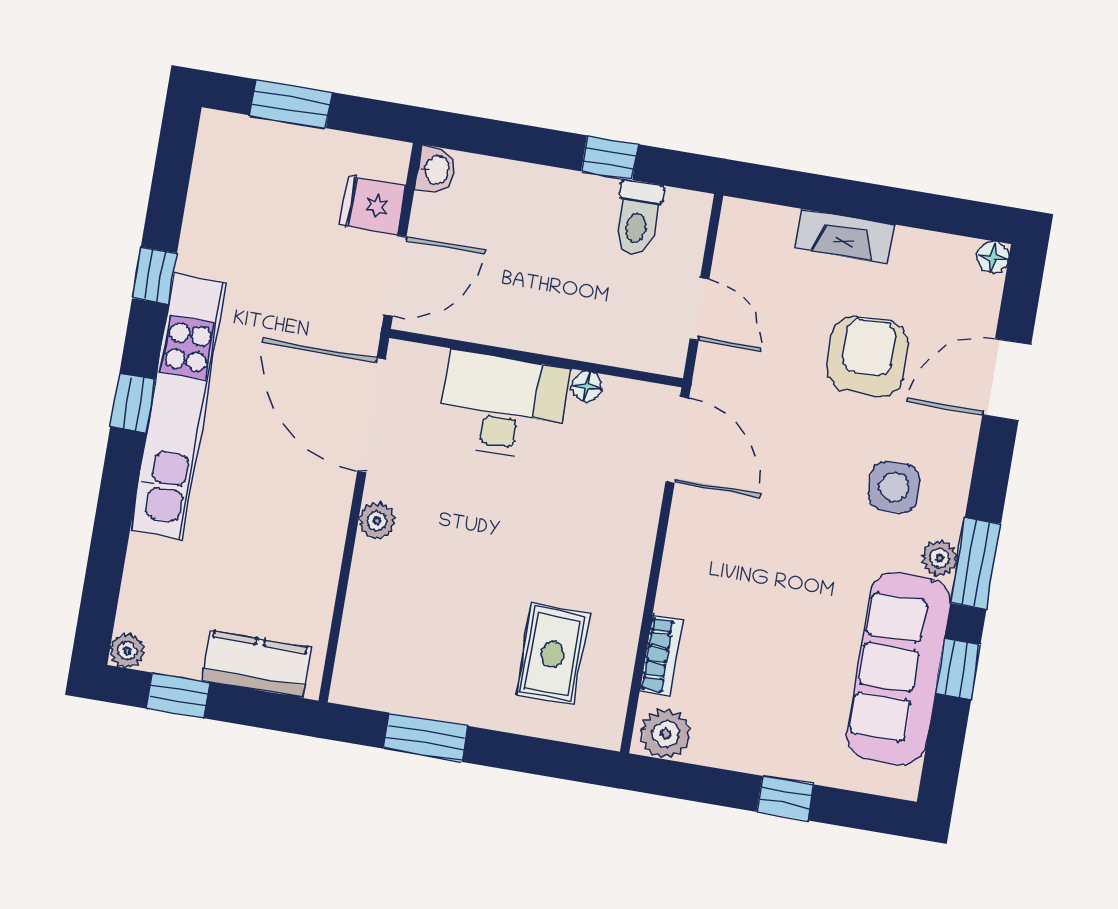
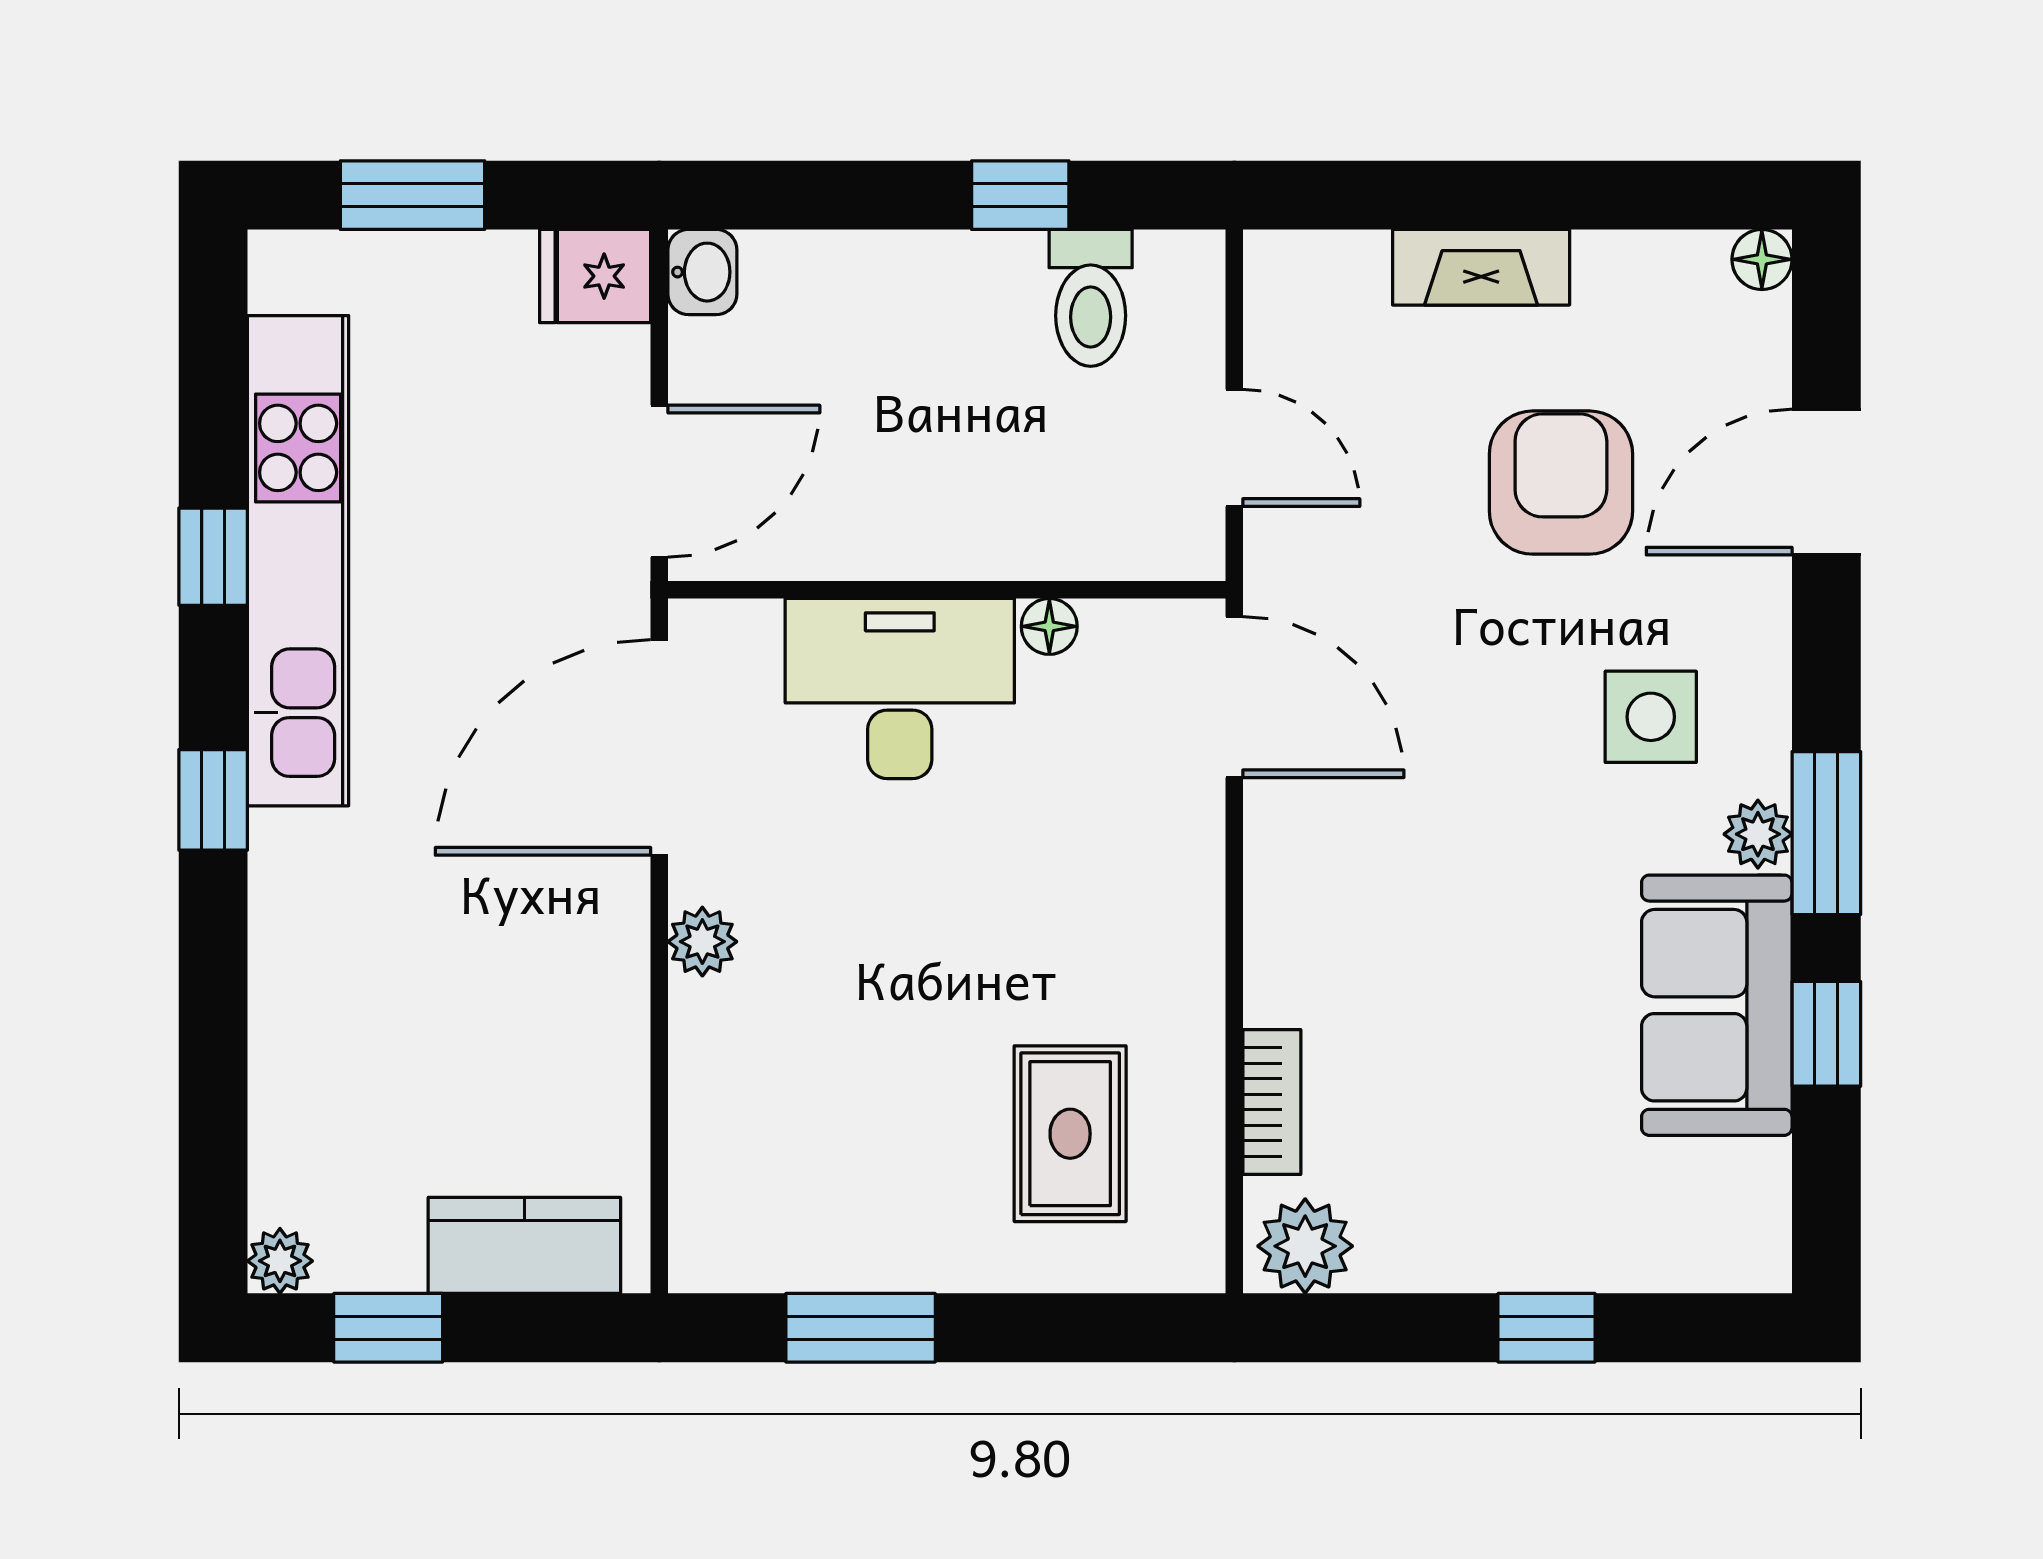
fridge: (372, 205) -> (595, 276), moved
kitchen unit: (178, 406) -> (298, 561), moved
door: (371, 415) -> (659, 747), hinge flipped
sofa: (899, 669) -> (1717, 1005), width x0.73

